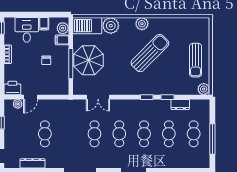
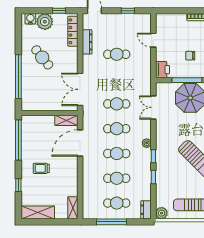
printer: (12, 88) -> (162, 70), moved
plant: (18, 104) -> (147, 143), moved
dresser: (180, 104) -> (146, 210), moved

